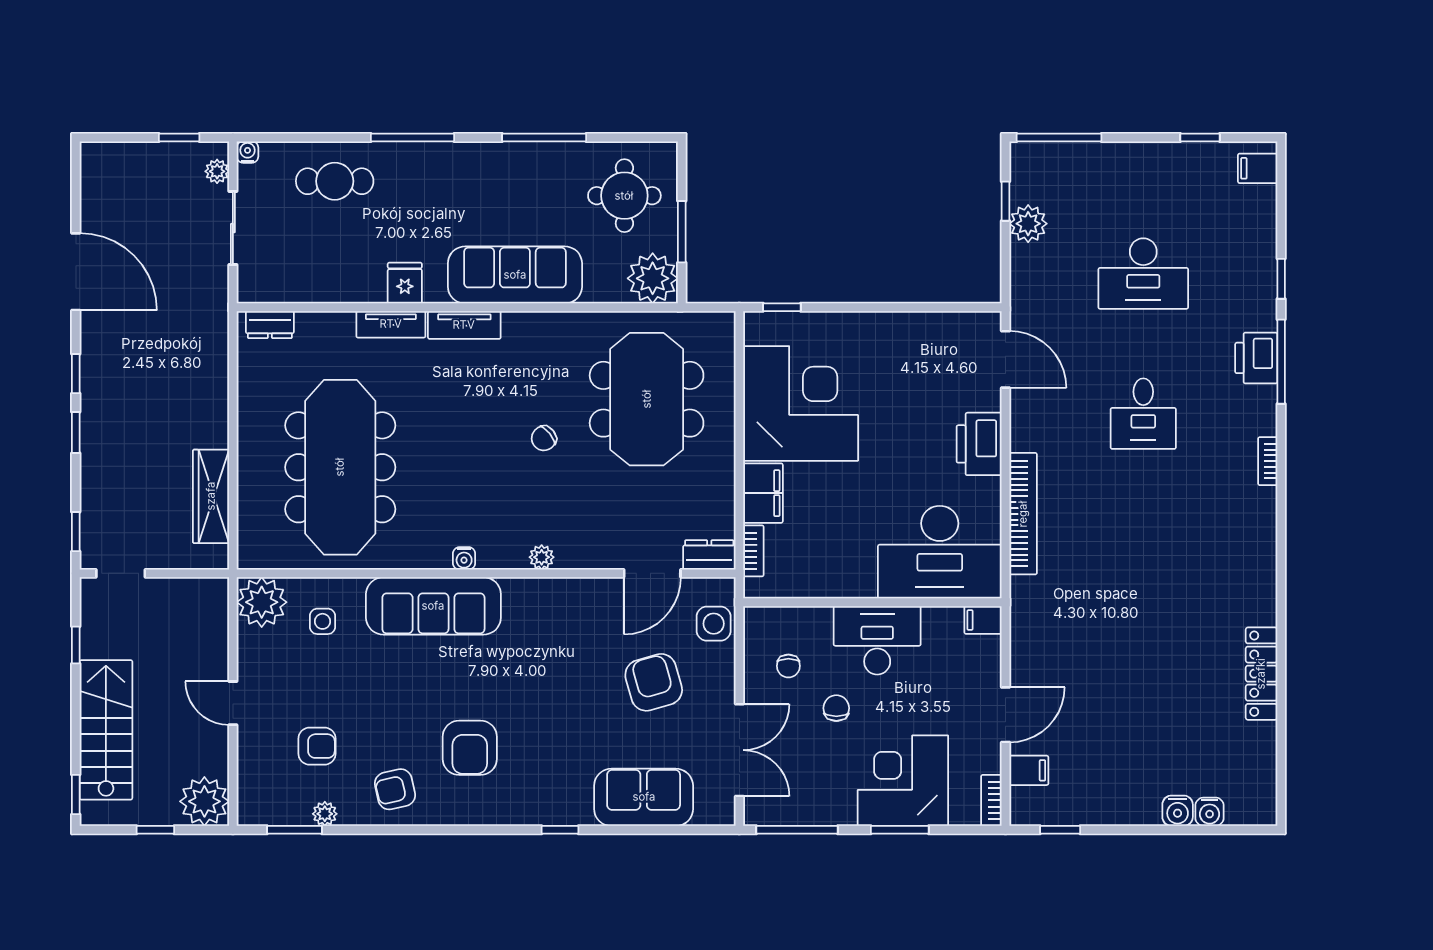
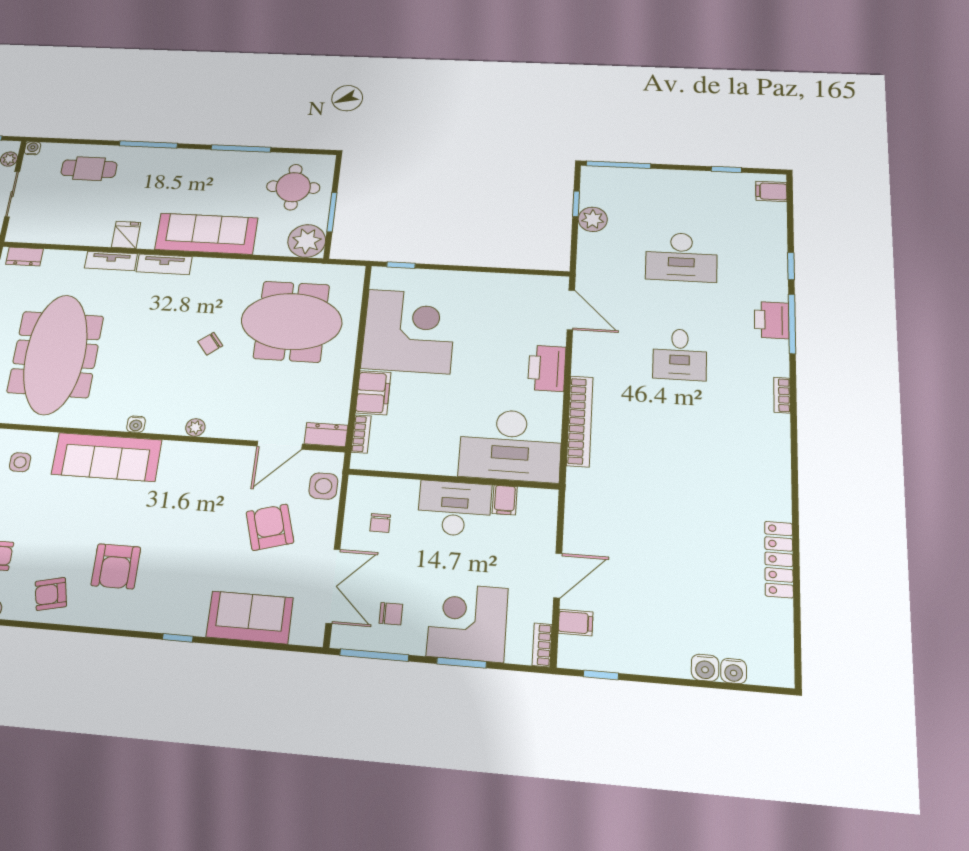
meeting table: (647, 399) -> (292, 321), turned 90
filing cabinet: (983, 620) -> (505, 500), moved, turned -90
chair: (836, 708) -> (391, 614), moved, turned 90

